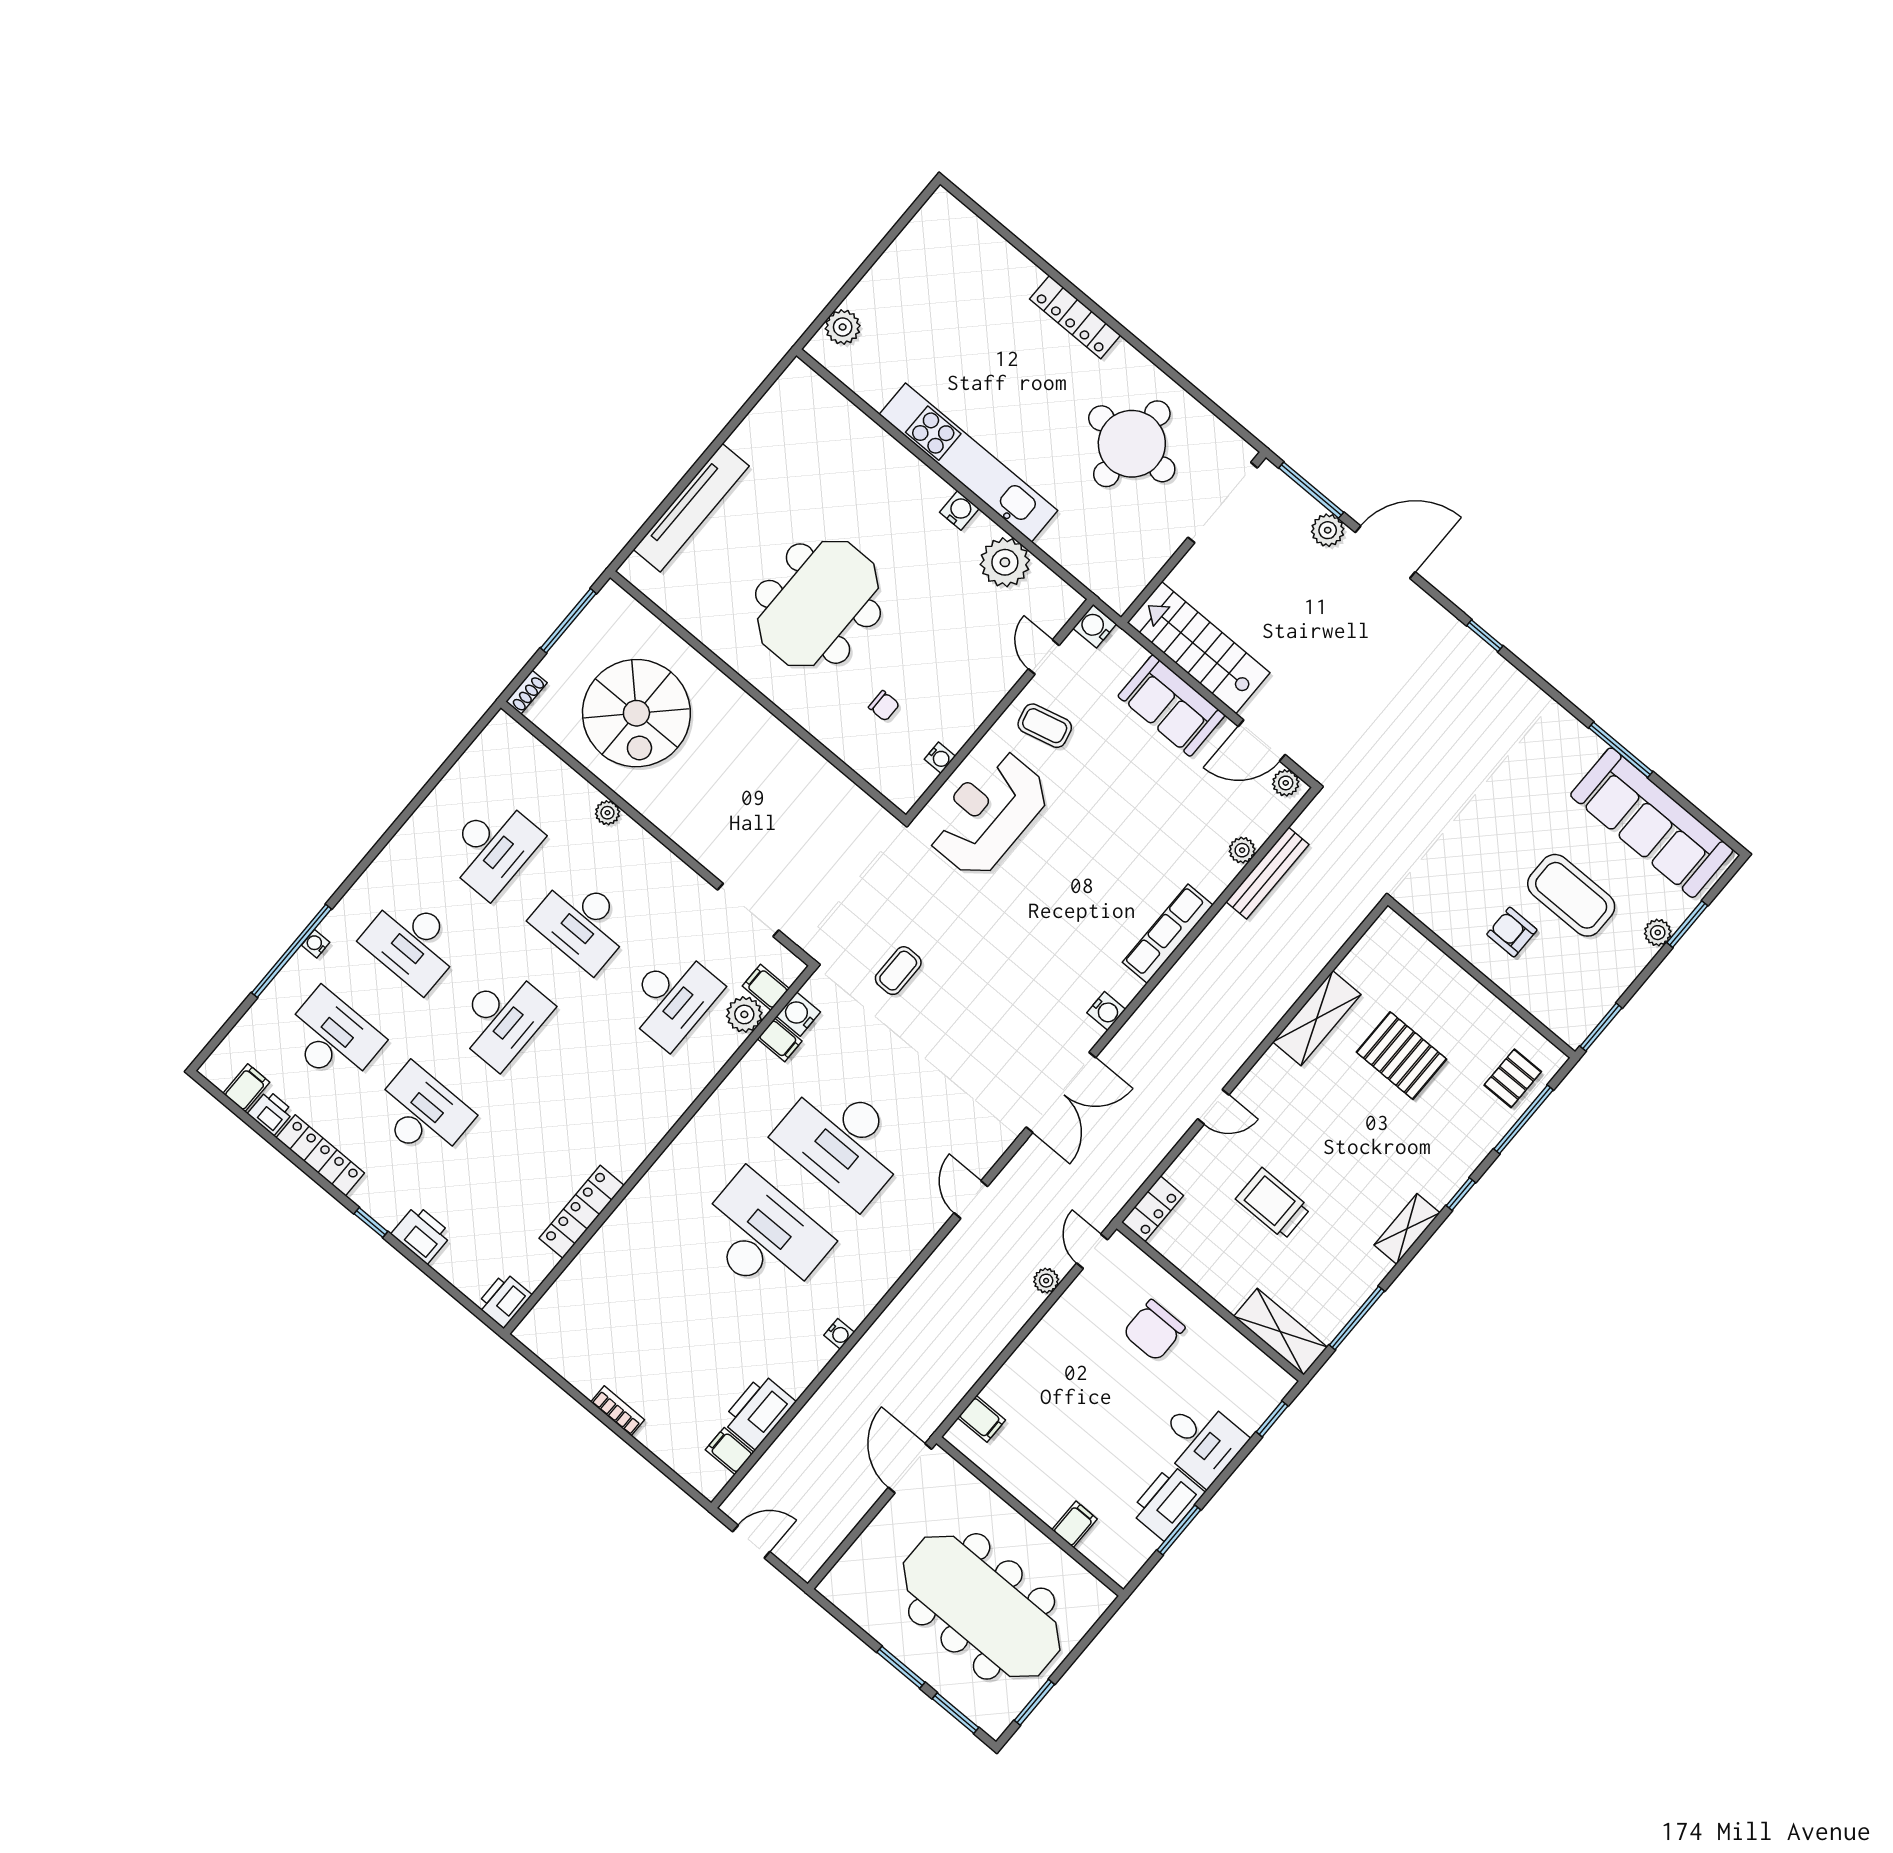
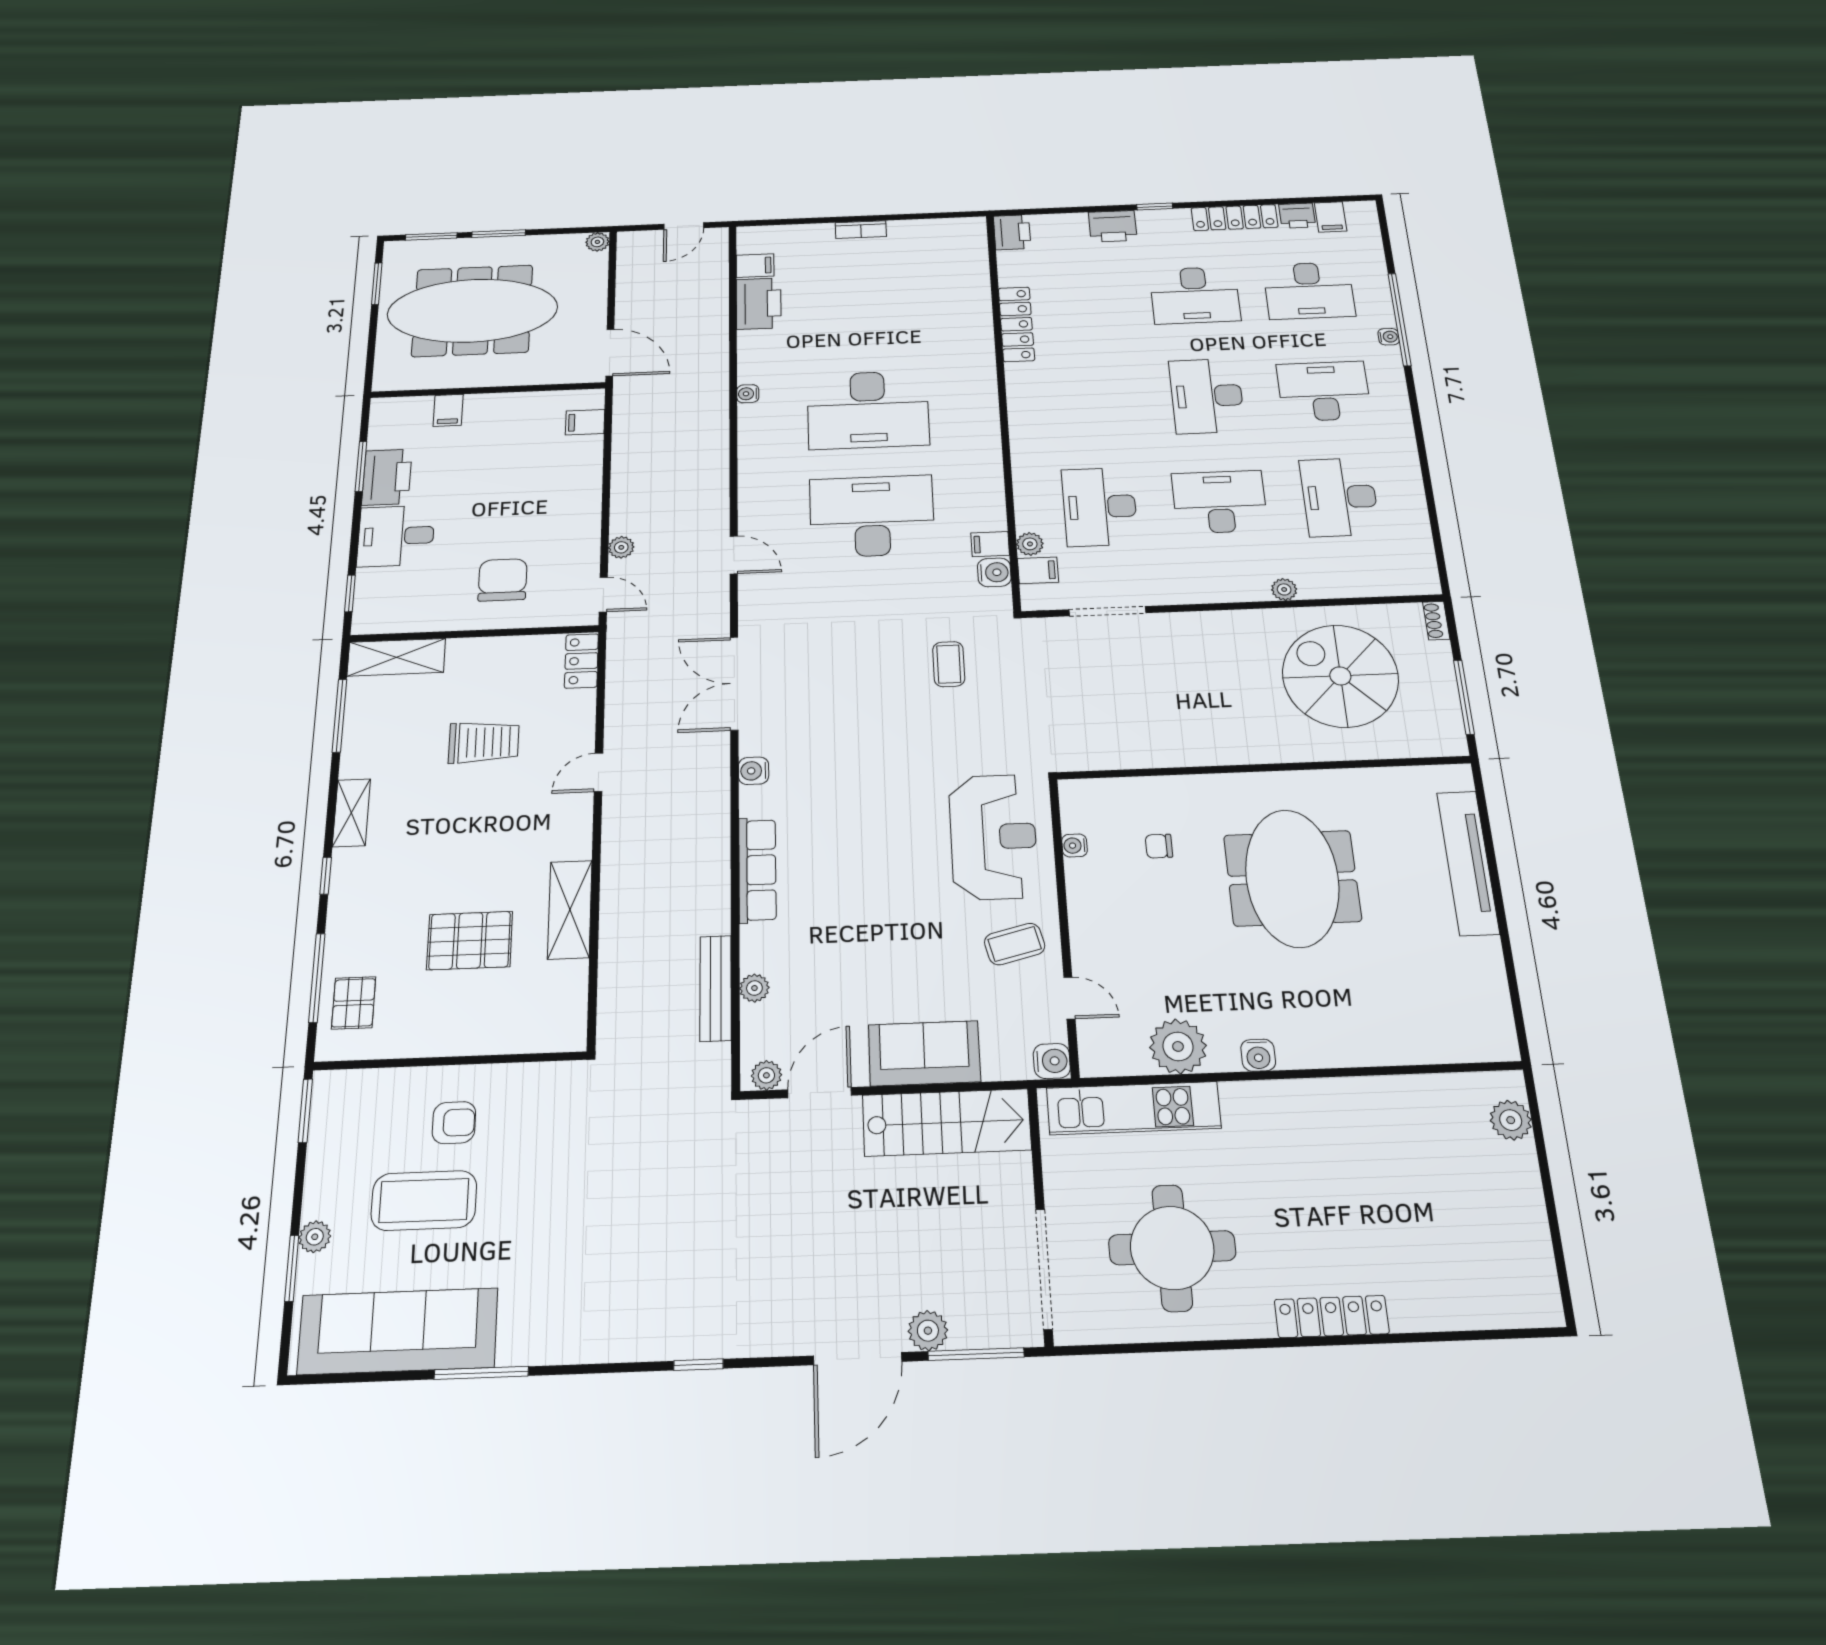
kitchen unit: (968, 463) -> (1134, 1108), moved, width x0.73
plant: (744, 1014) -> (1030, 544), width x0.73, depth x0.73
plant: (831, 1588) -> (597, 242), added

